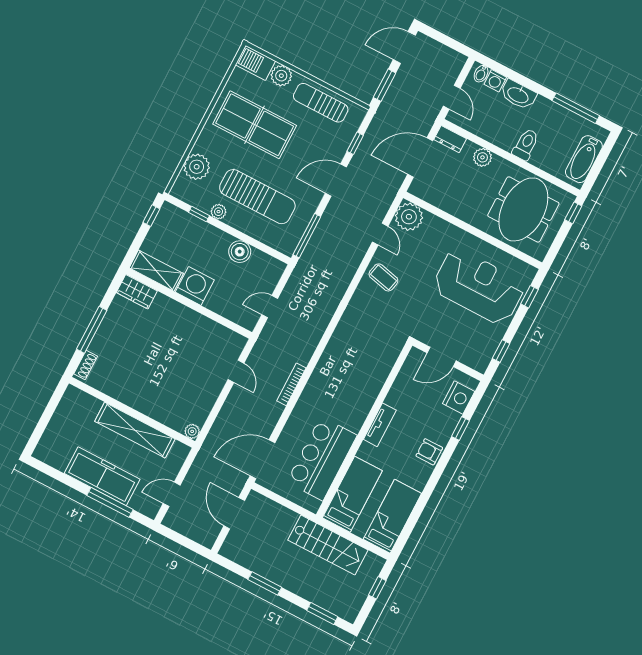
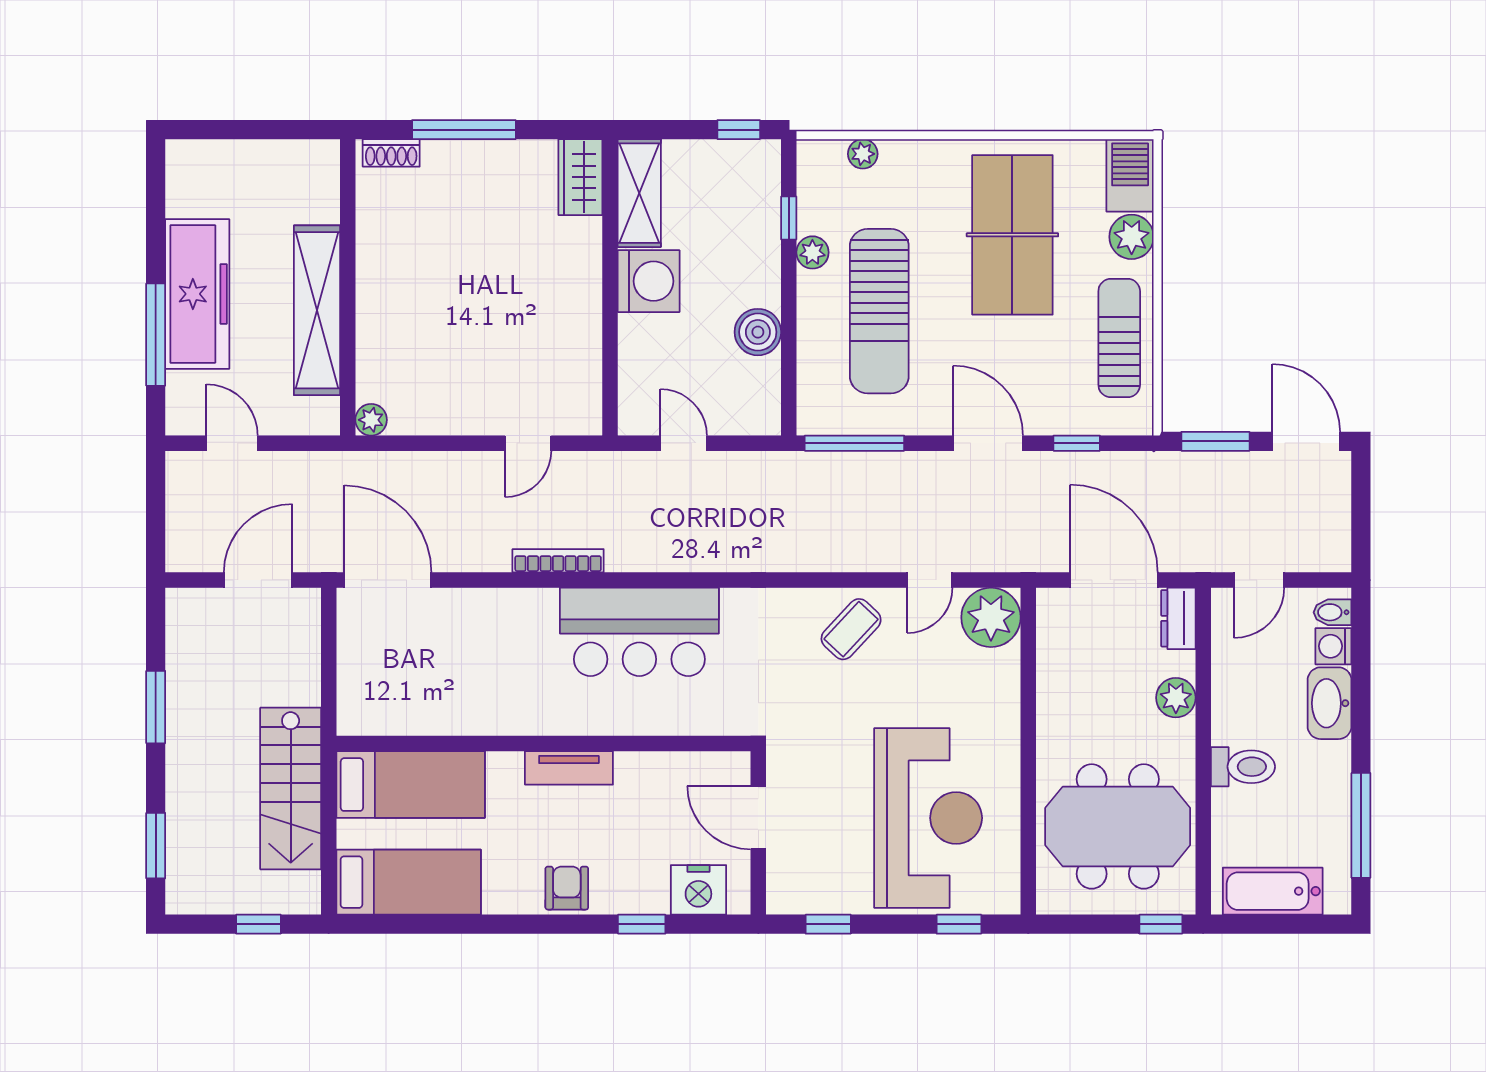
plant: (197, 167) -> (863, 154), width x0.53, depth x0.53
coffee table: (383, 277) -> (851, 629), turned 30
bar counter: (322, 459) -> (639, 632), moved, turned 180

